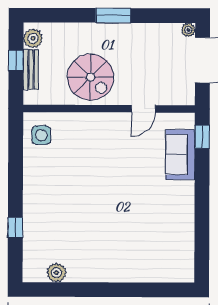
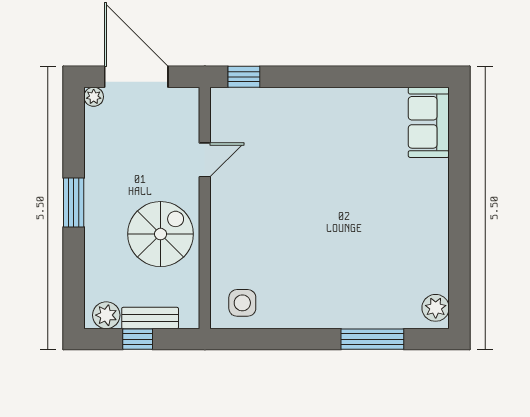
door: (143, 109) -> (205, 160), hinge flipped
sofa: (180, 155) -> (429, 122), moved, turned 90
window: (15, 228) -> (372, 339), width x2.17
plant: (56, 273) -> (436, 308), moved

